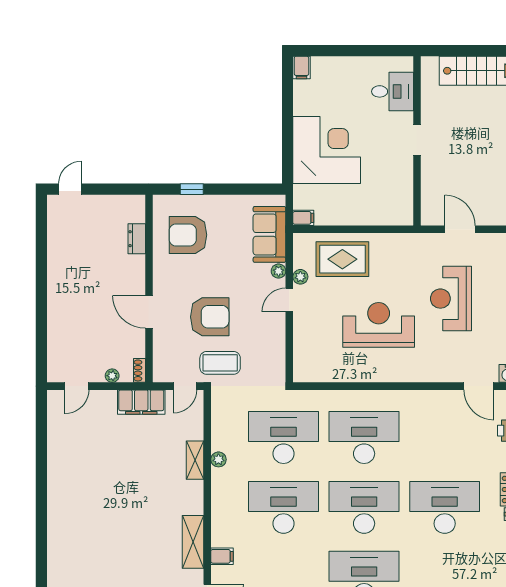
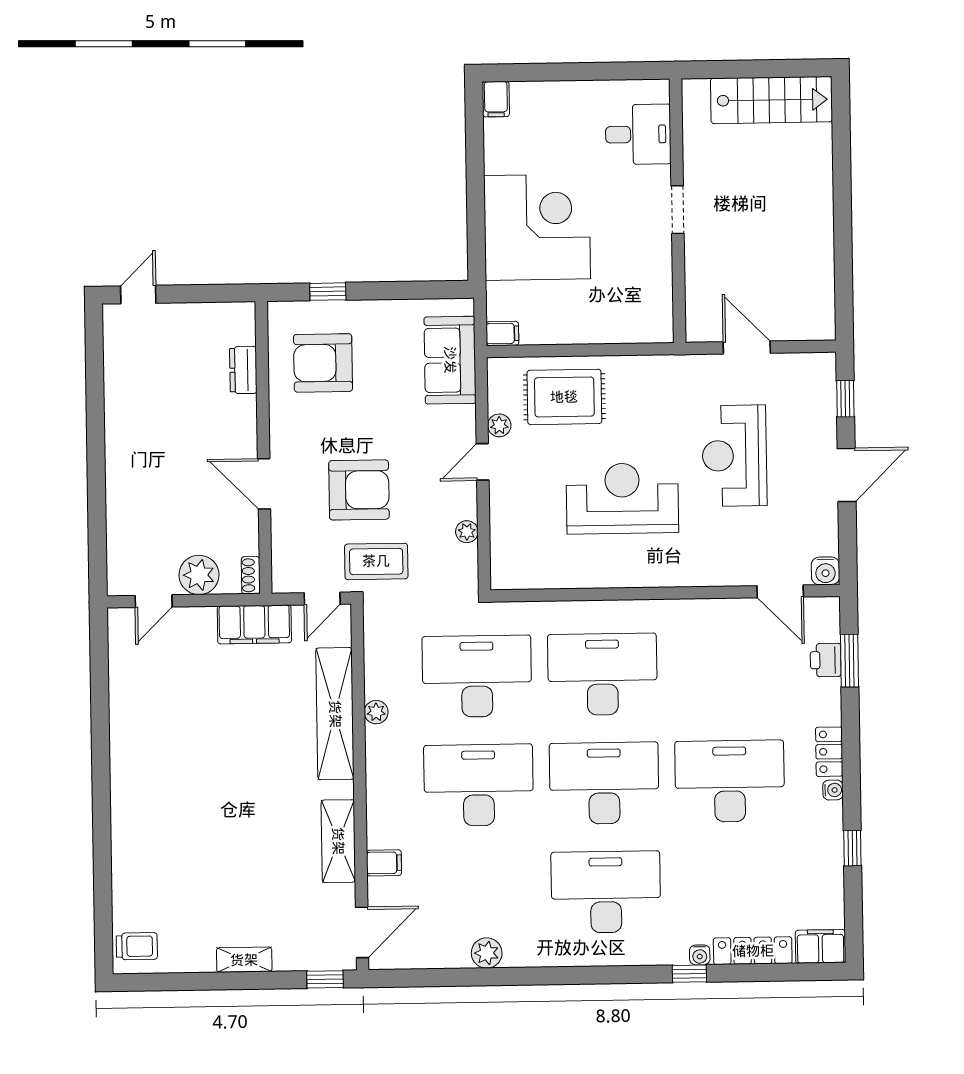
plant: (279, 271) -> (467, 532), moved
plant: (112, 376) -> (199, 575), width x1.87, depth x1.87
shelving: (195, 460) -> (335, 714), width x2.20, depth x1.33

